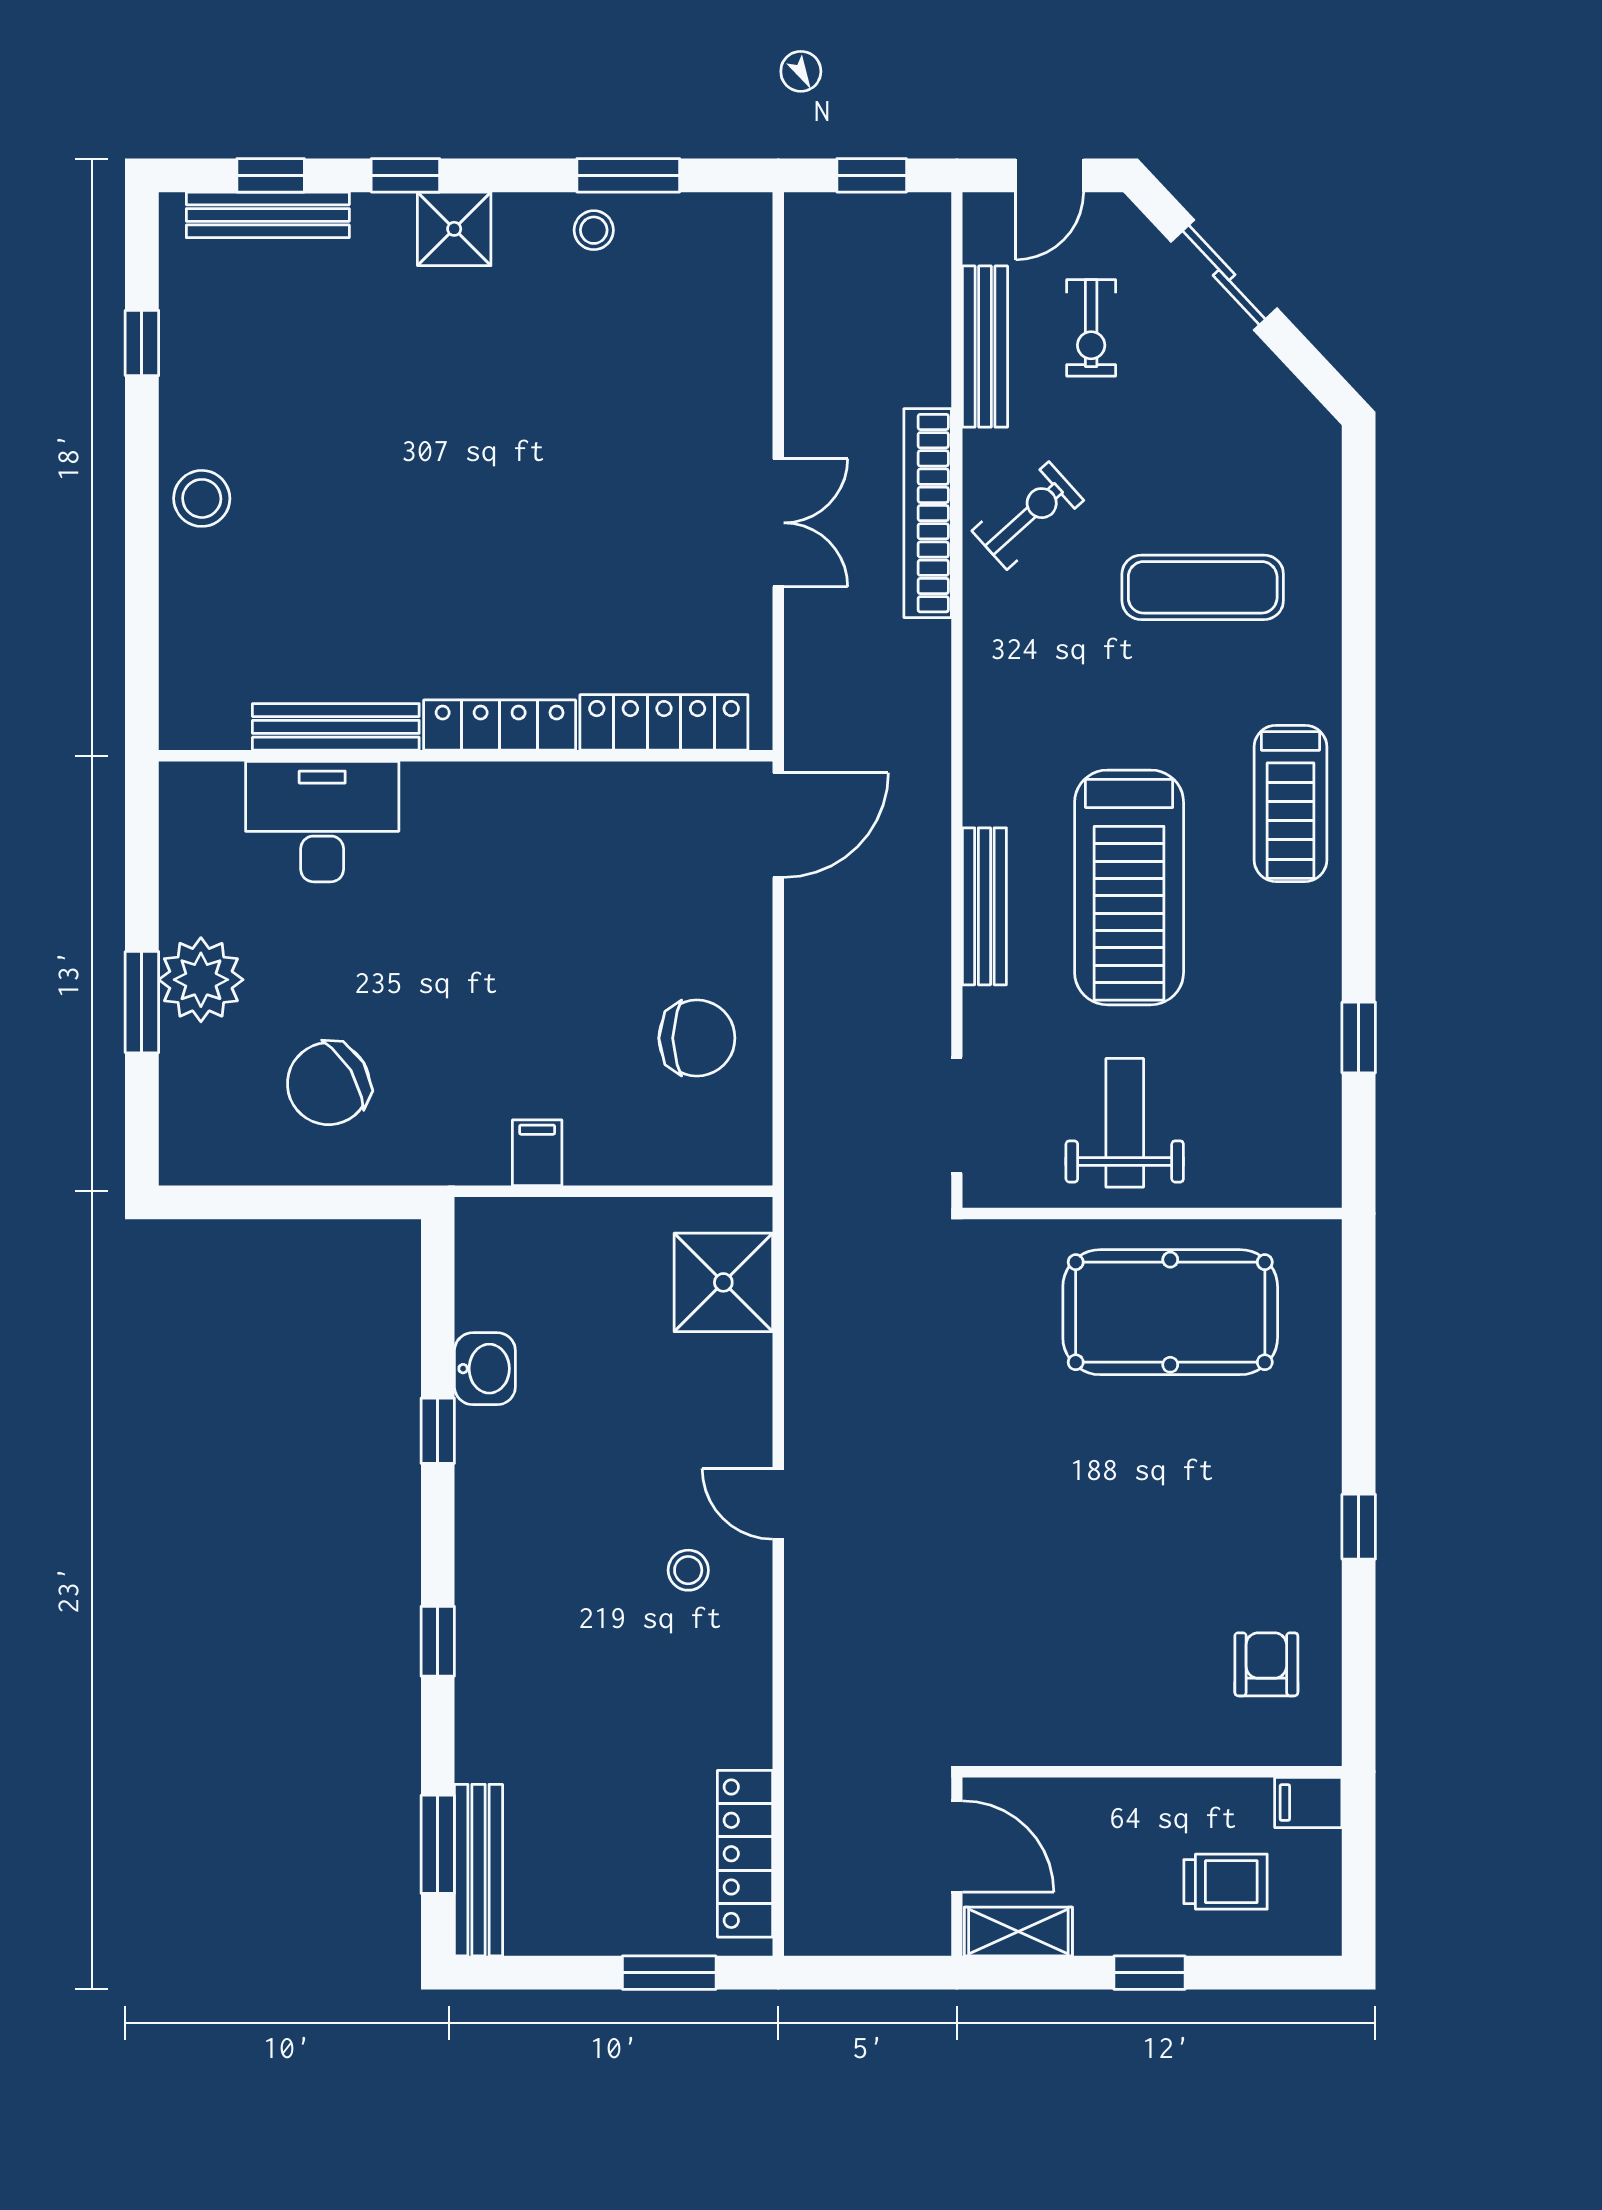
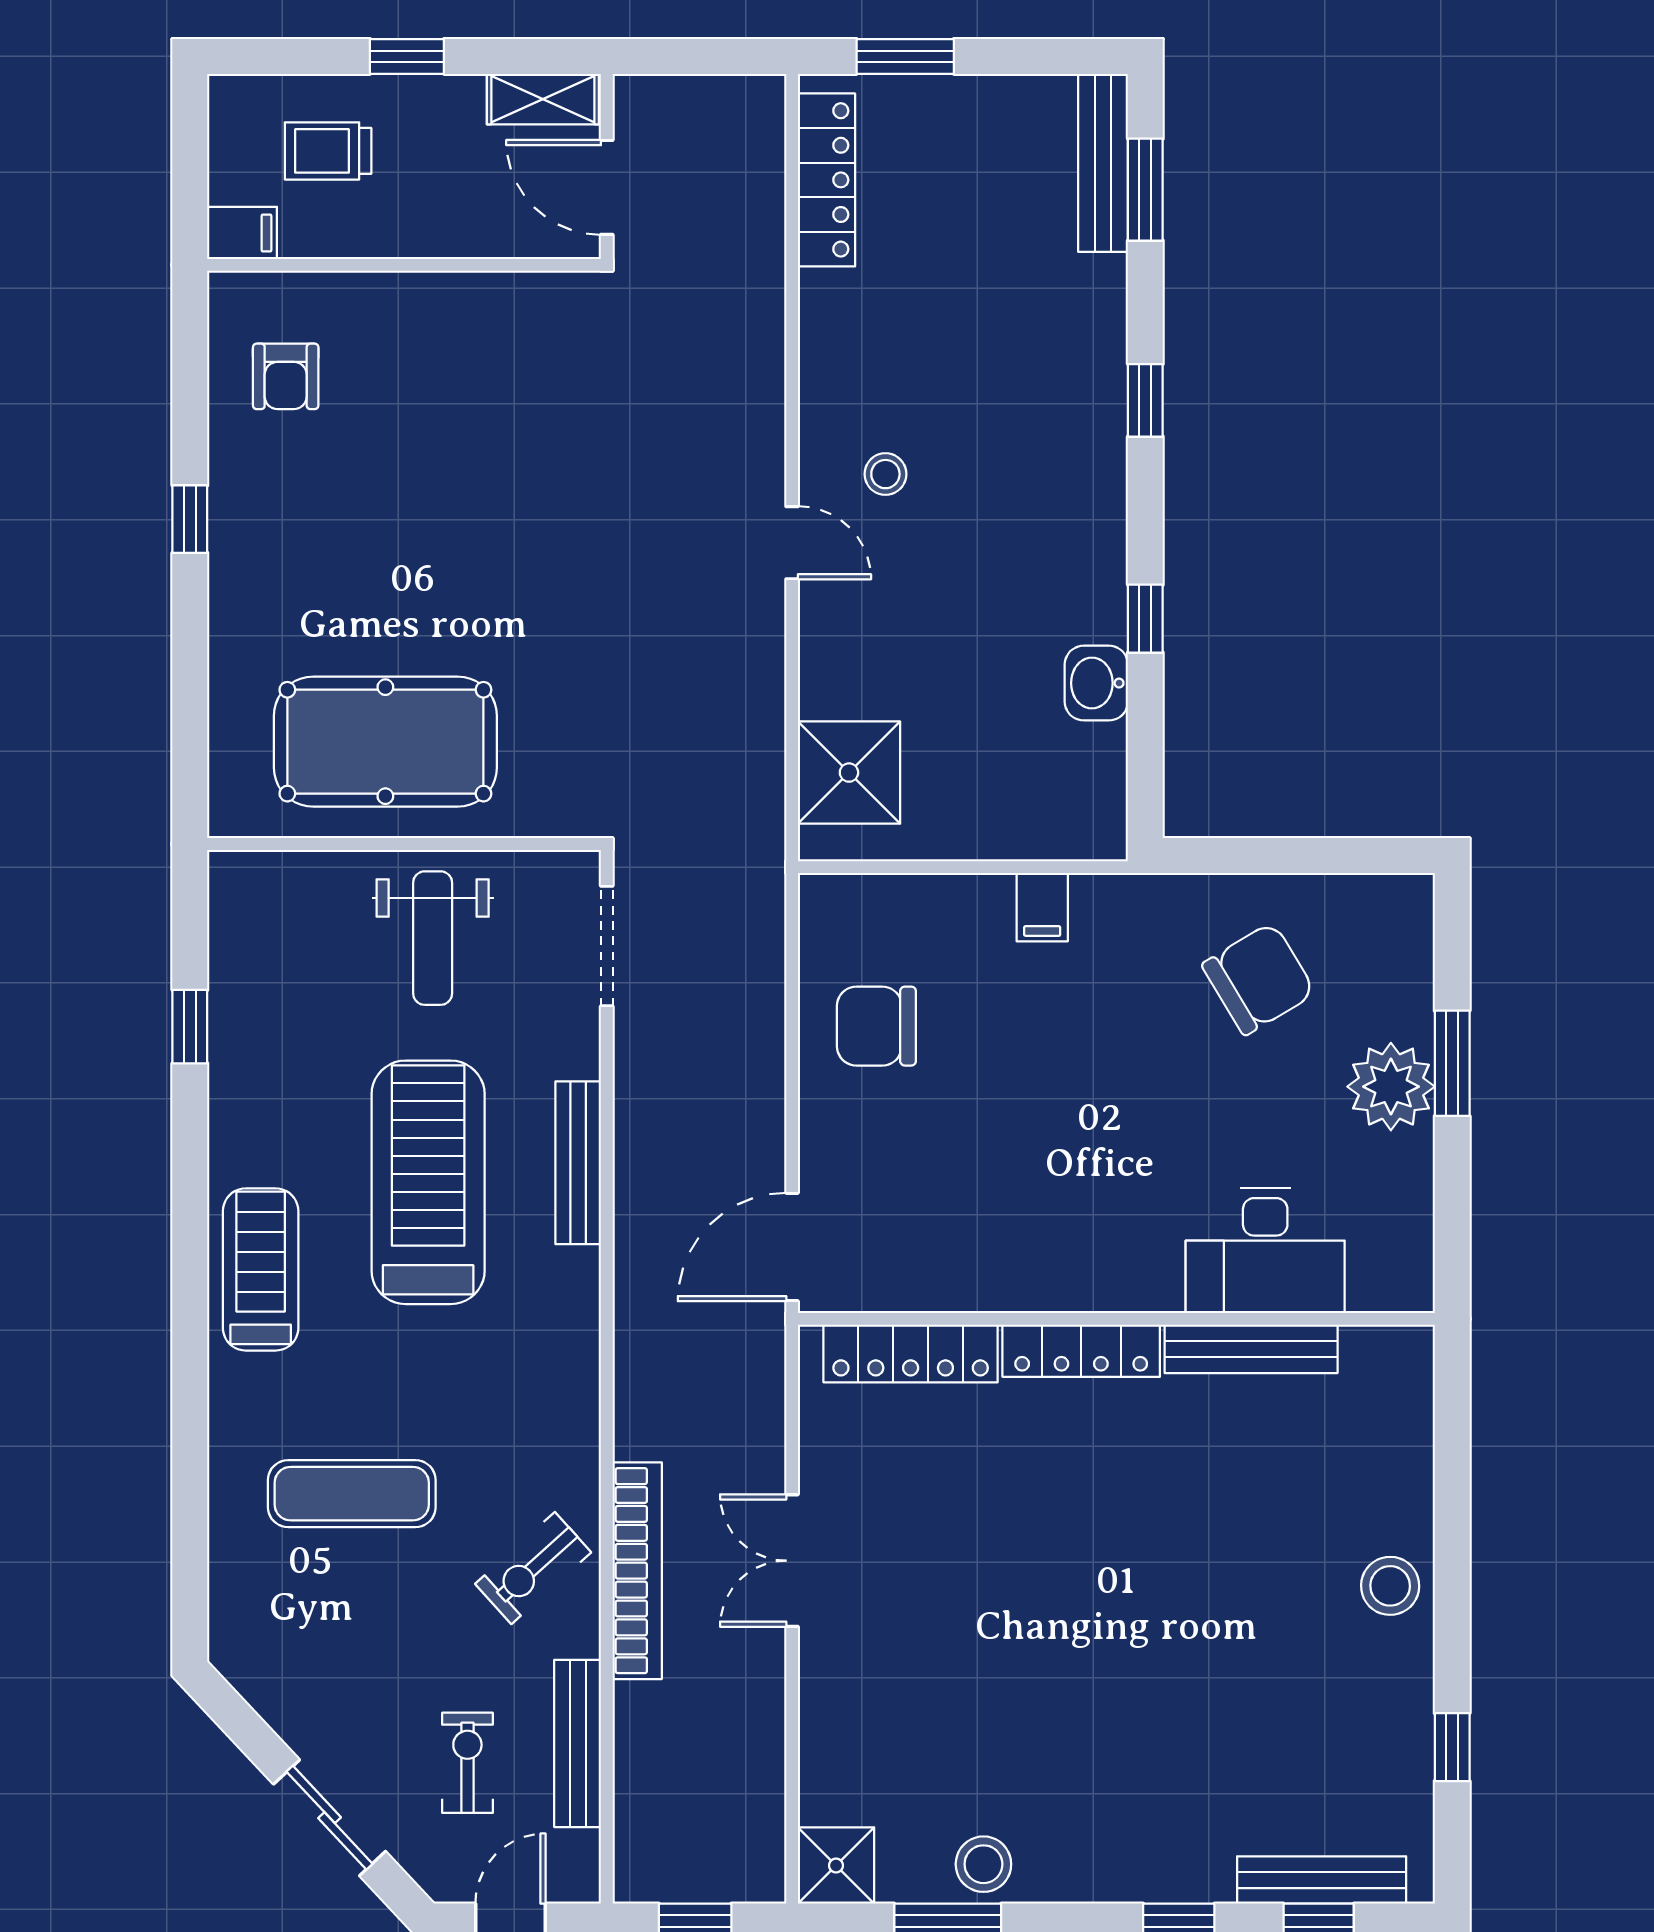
shower: (454, 229) -> (836, 1866), moved
stool: (594, 230) -> (983, 1864), width x1.37, depth x1.37

